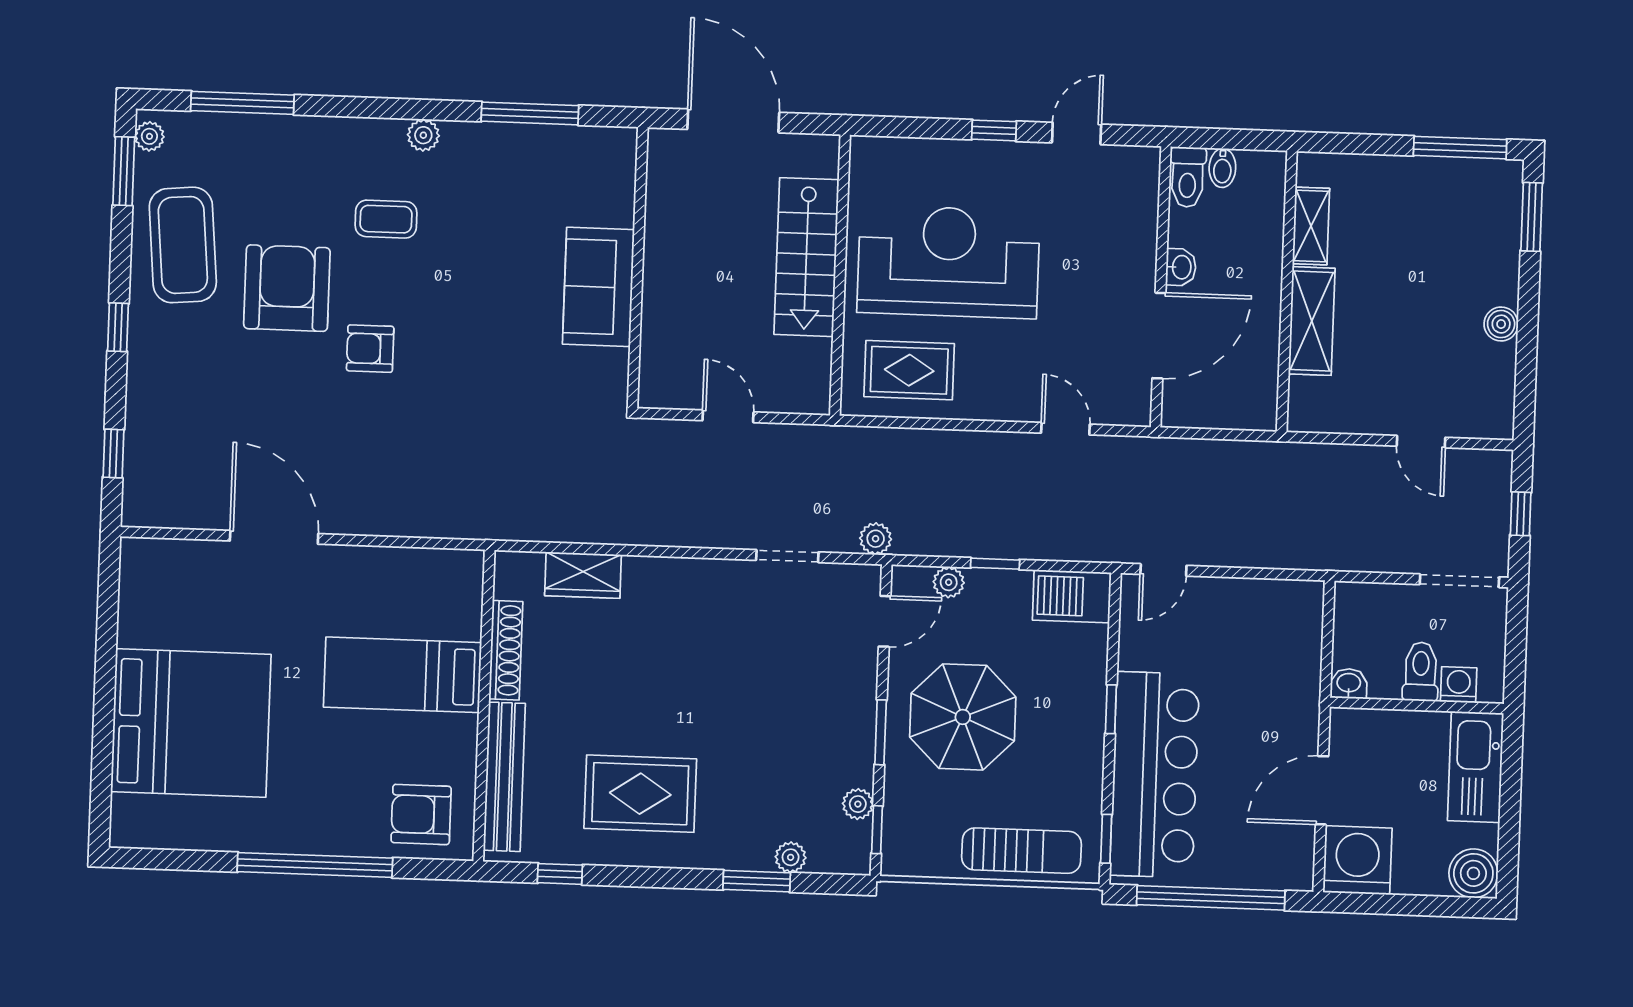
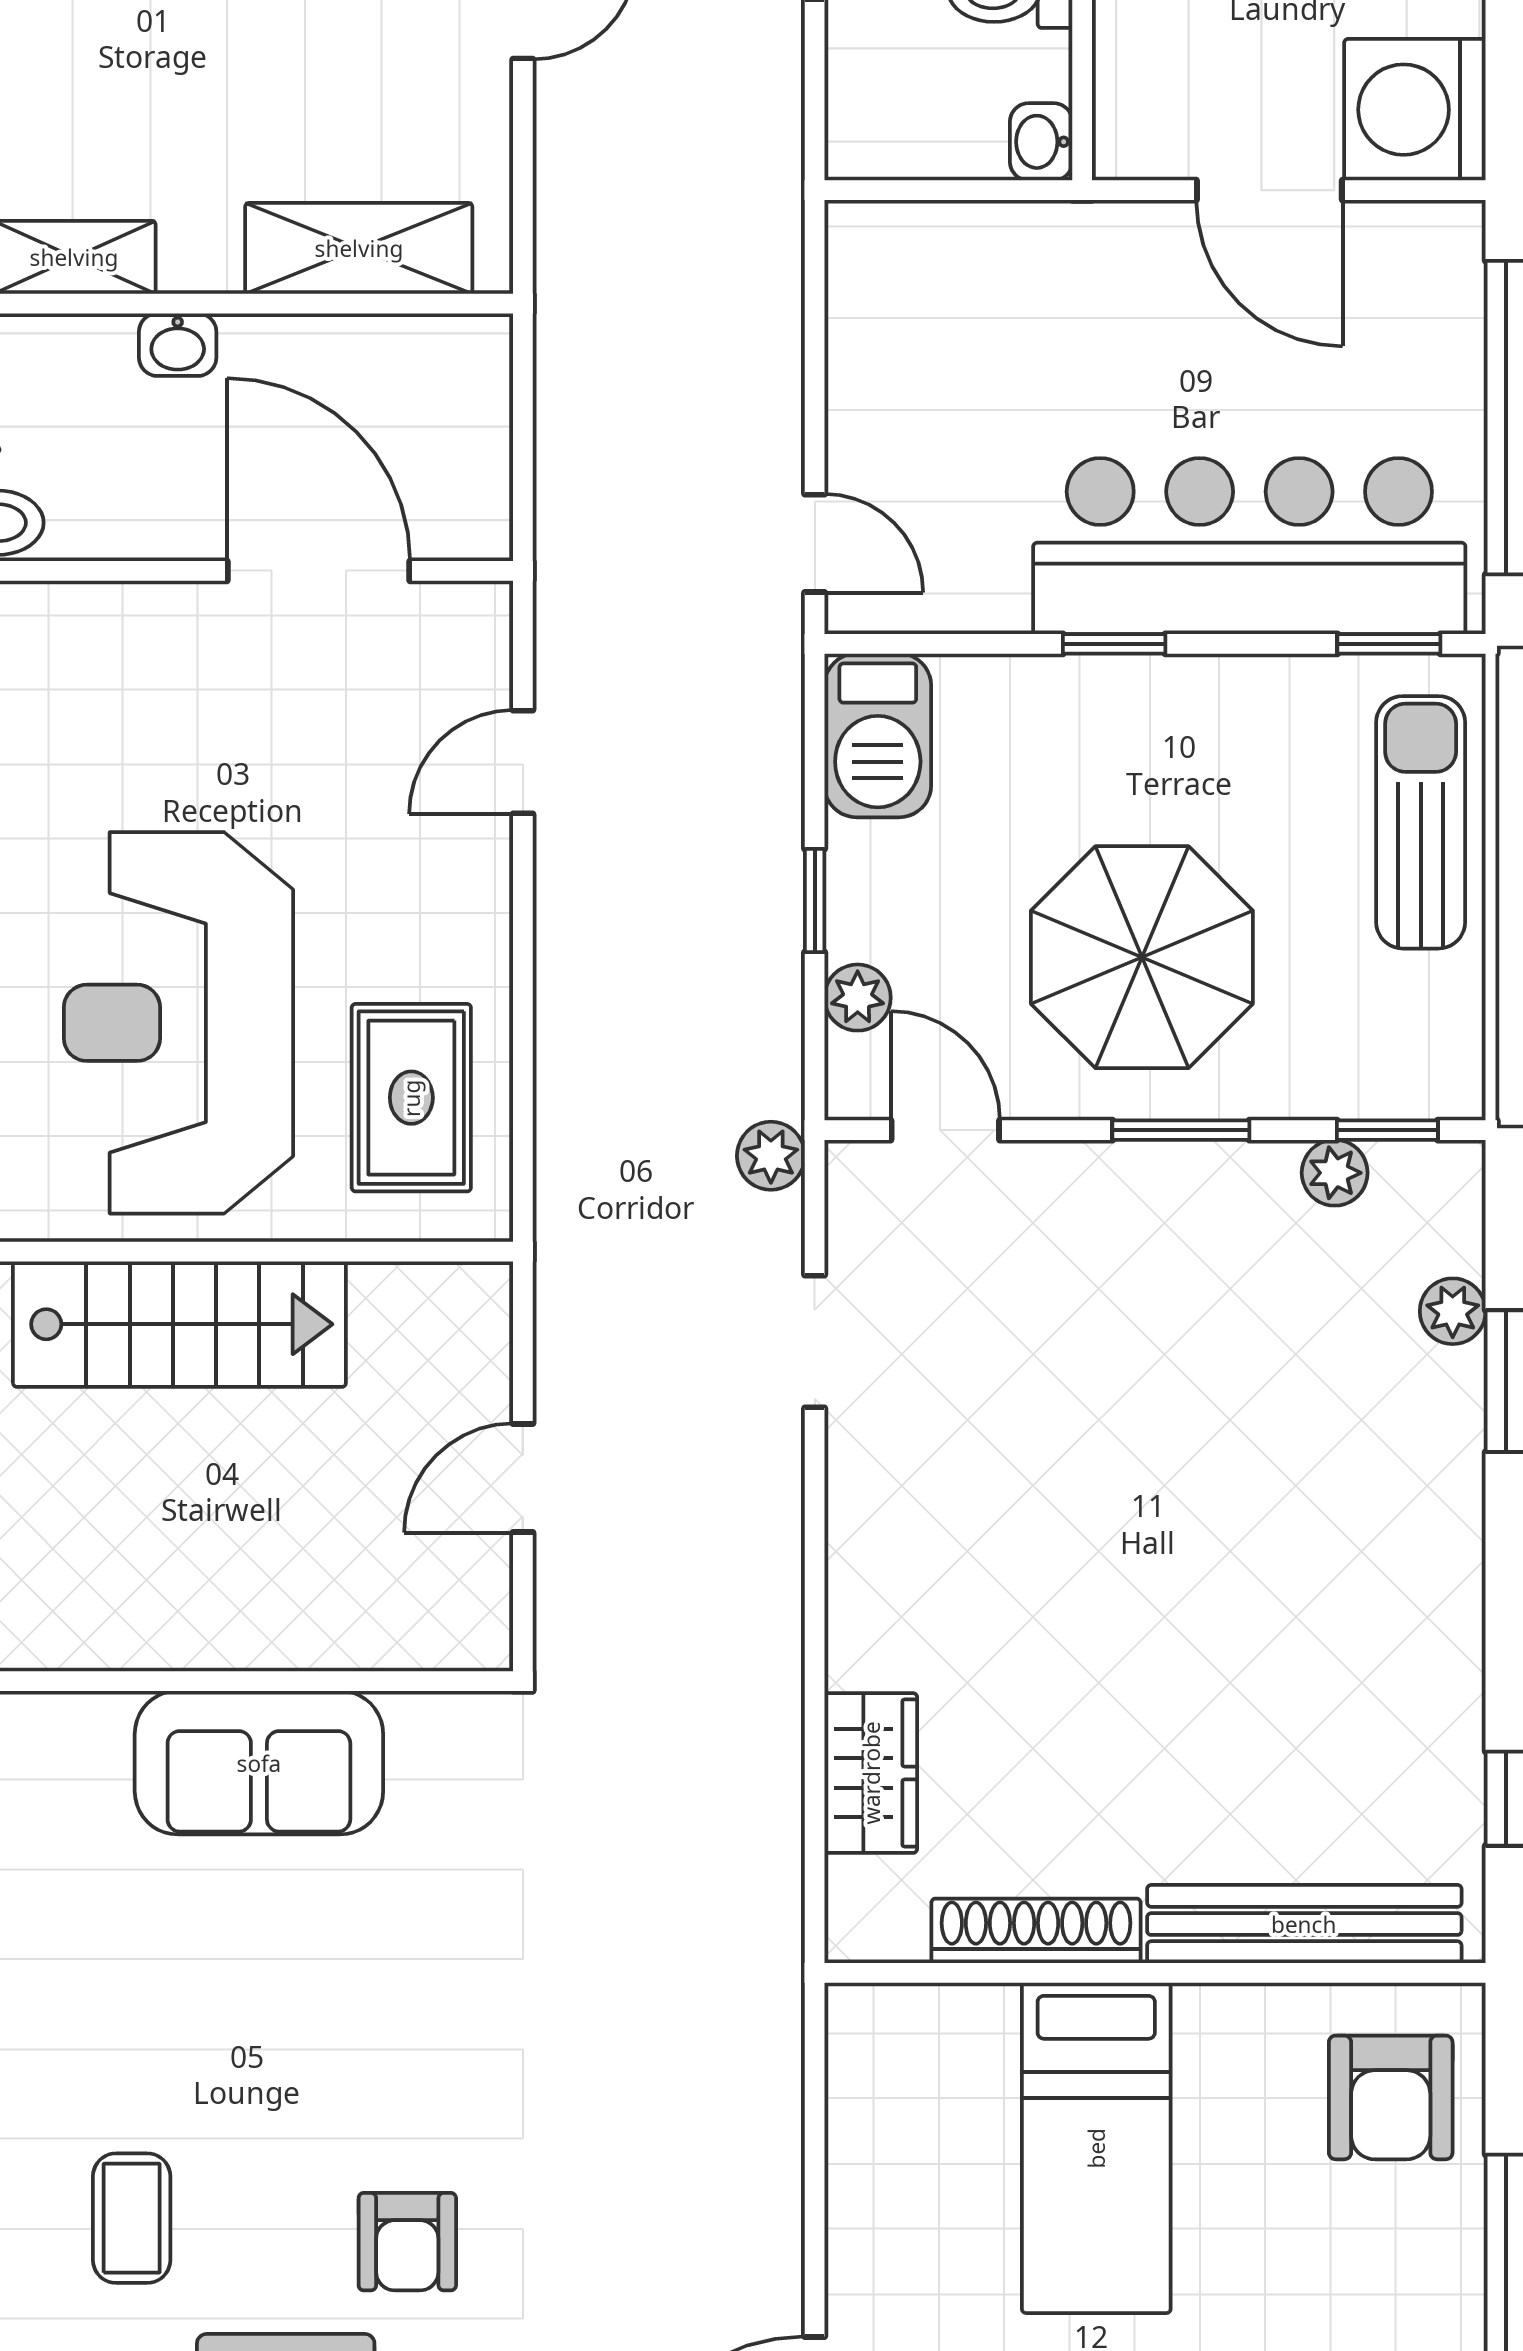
washbasin: (1181, 267) -> (178, 345), moved, turned 180
shelving: (1312, 321) -> (359, 248), moved
rug: (640, 794) -> (1330, 1635), removed

